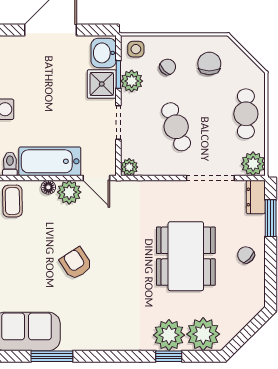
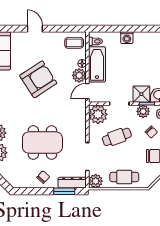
plant: (129, 167) -> (98, 114), width x1.87, depth x1.87
dresser: (256, 197) -> (72, 183), width x1.44
armchair: (76, 263) -> (38, 79), width x1.88, depth x1.88

